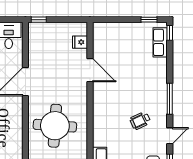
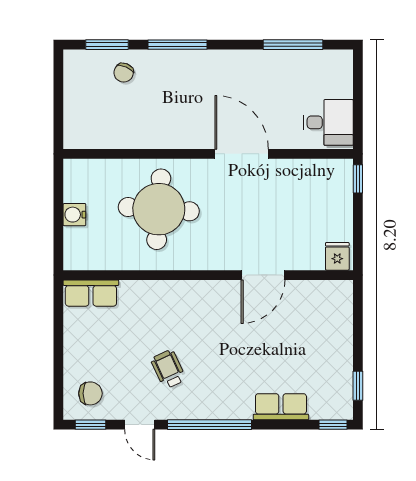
fridge: (80, 42) -> (337, 256), moved
row of seats: (160, 42) -> (281, 407), moved
window: (170, 99) -> (209, 425), width x1.46

